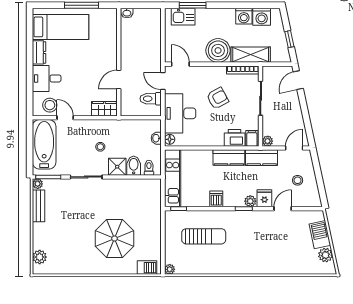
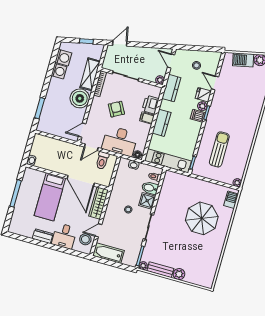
kitchen sink: (183, 17) -> (46, 118), removed
bed: (61, 27) -> (50, 197), moved, turned 180
door: (119, 80) -> (81, 181), width x1.88
door: (298, 80) -> (120, 43), swing flipped
wardrobe: (104, 109) -> (99, 203), width x1.50
filing cabinet: (252, 138) -> (147, 118), moved
bathtub: (44, 144) -> (108, 253), width x0.73, depth x0.73
kitchen counter: (229, 158) -> (162, 123), moved
dishwasher: (216, 199) -> (198, 116), moved
plant: (40, 257) -> (179, 274), moved

